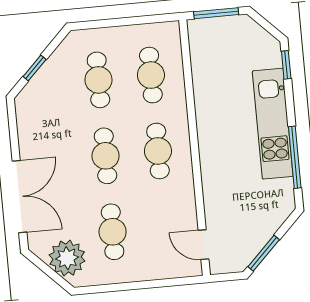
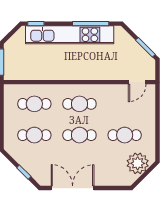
kitchen unit: (273, 124) -> (70, 35), width x1.36
double door: (19, 197) -> (73, 188), moved

